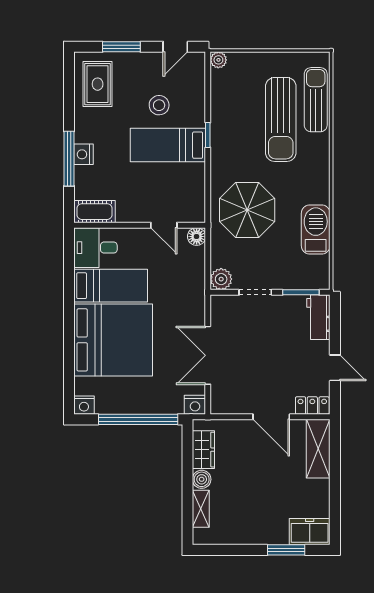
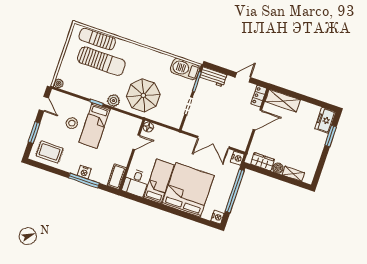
barbecue: (316, 230) -> (185, 69), moved
plant: (221, 279) -> (113, 101), moved

